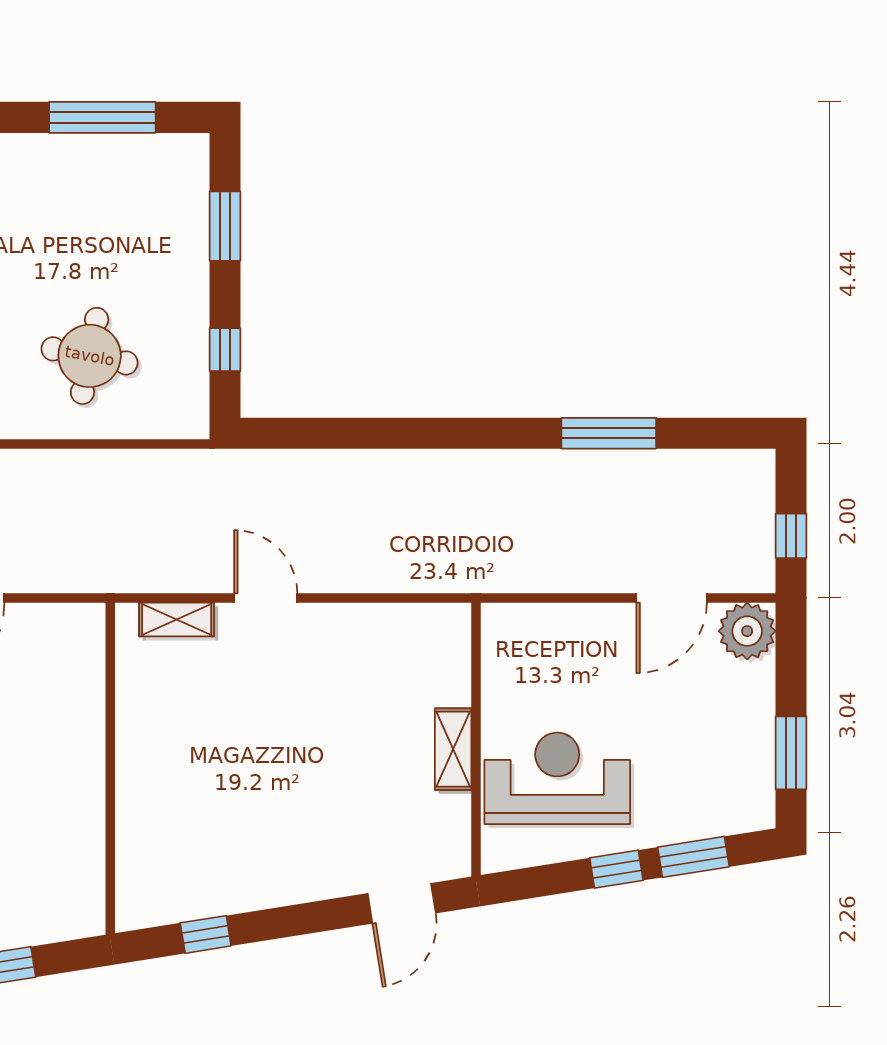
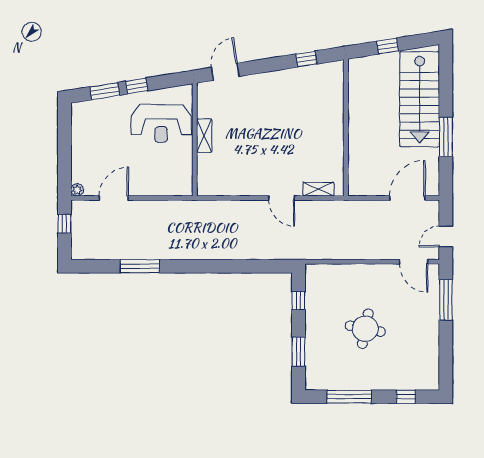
round table: (90, 356) -> (365, 329), moved
plant: (747, 631) -> (77, 190), width x0.53, depth x0.53
window: (791, 753) -> (64, 134), removed

